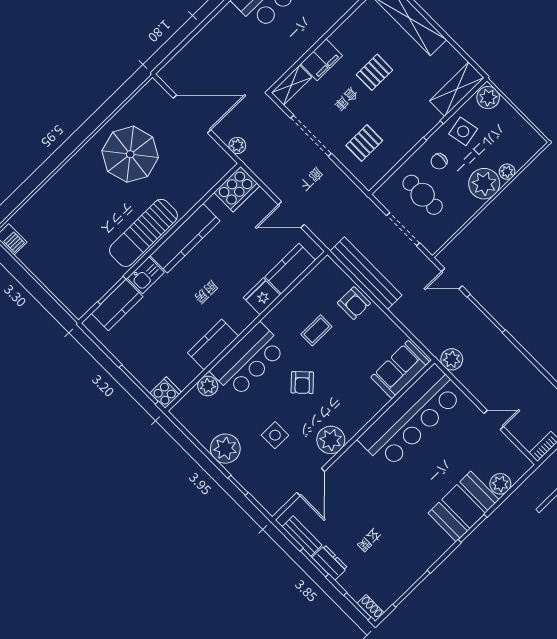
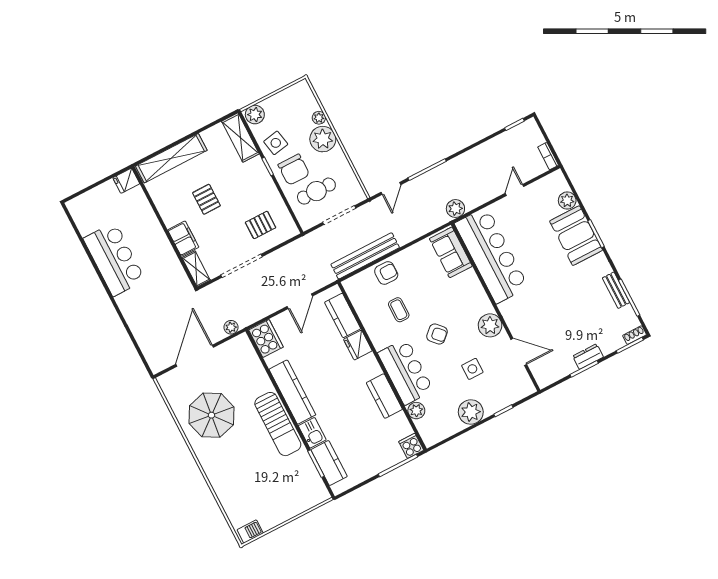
pallet: (364, 143) -> (261, 225), turned 90
chair: (439, 161) -> (294, 170), width x1.87, depth x1.87
bench: (302, 536) -> (616, 290), moved, turned 90

